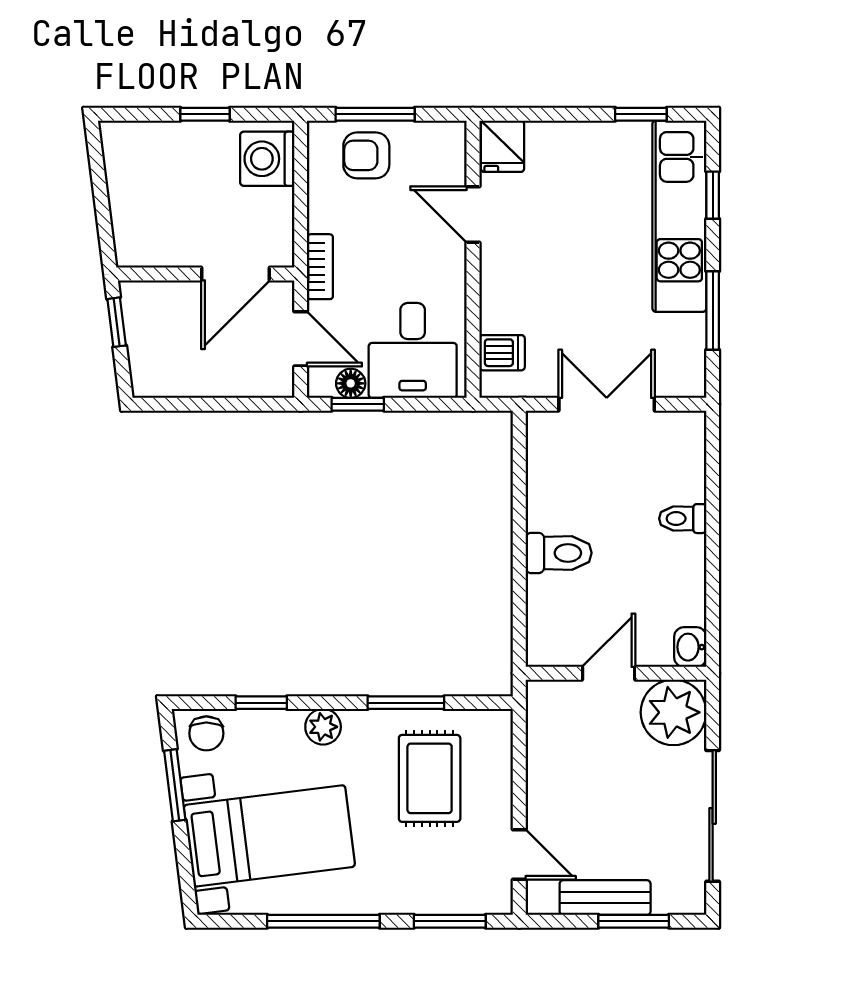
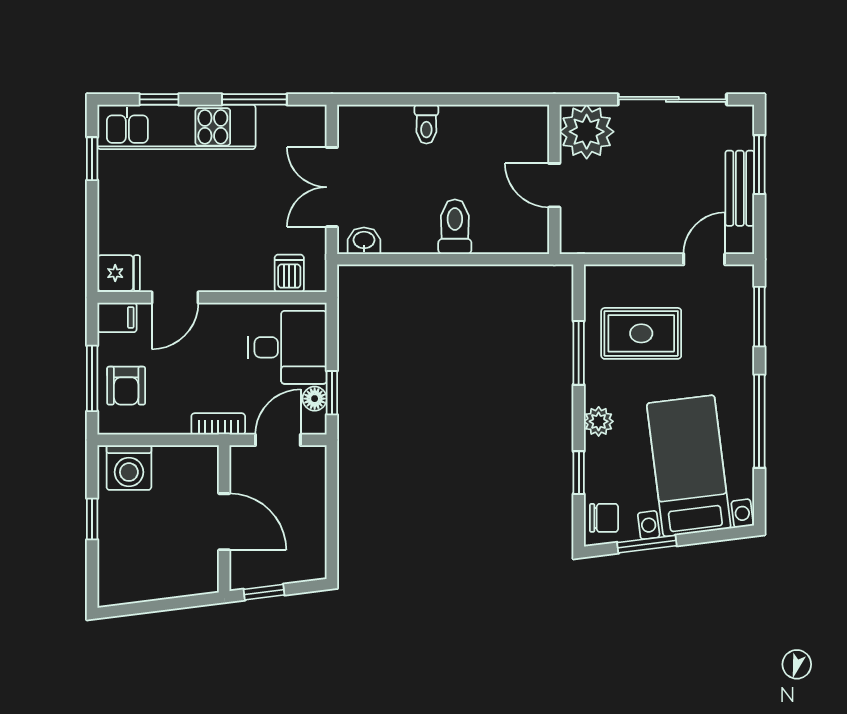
filing cabinet: (449, 144) -> (117, 317), added
door: (236, 274) -> (224, 522), moved
washbasin: (690, 647) -> (364, 241), moved, turned 180

